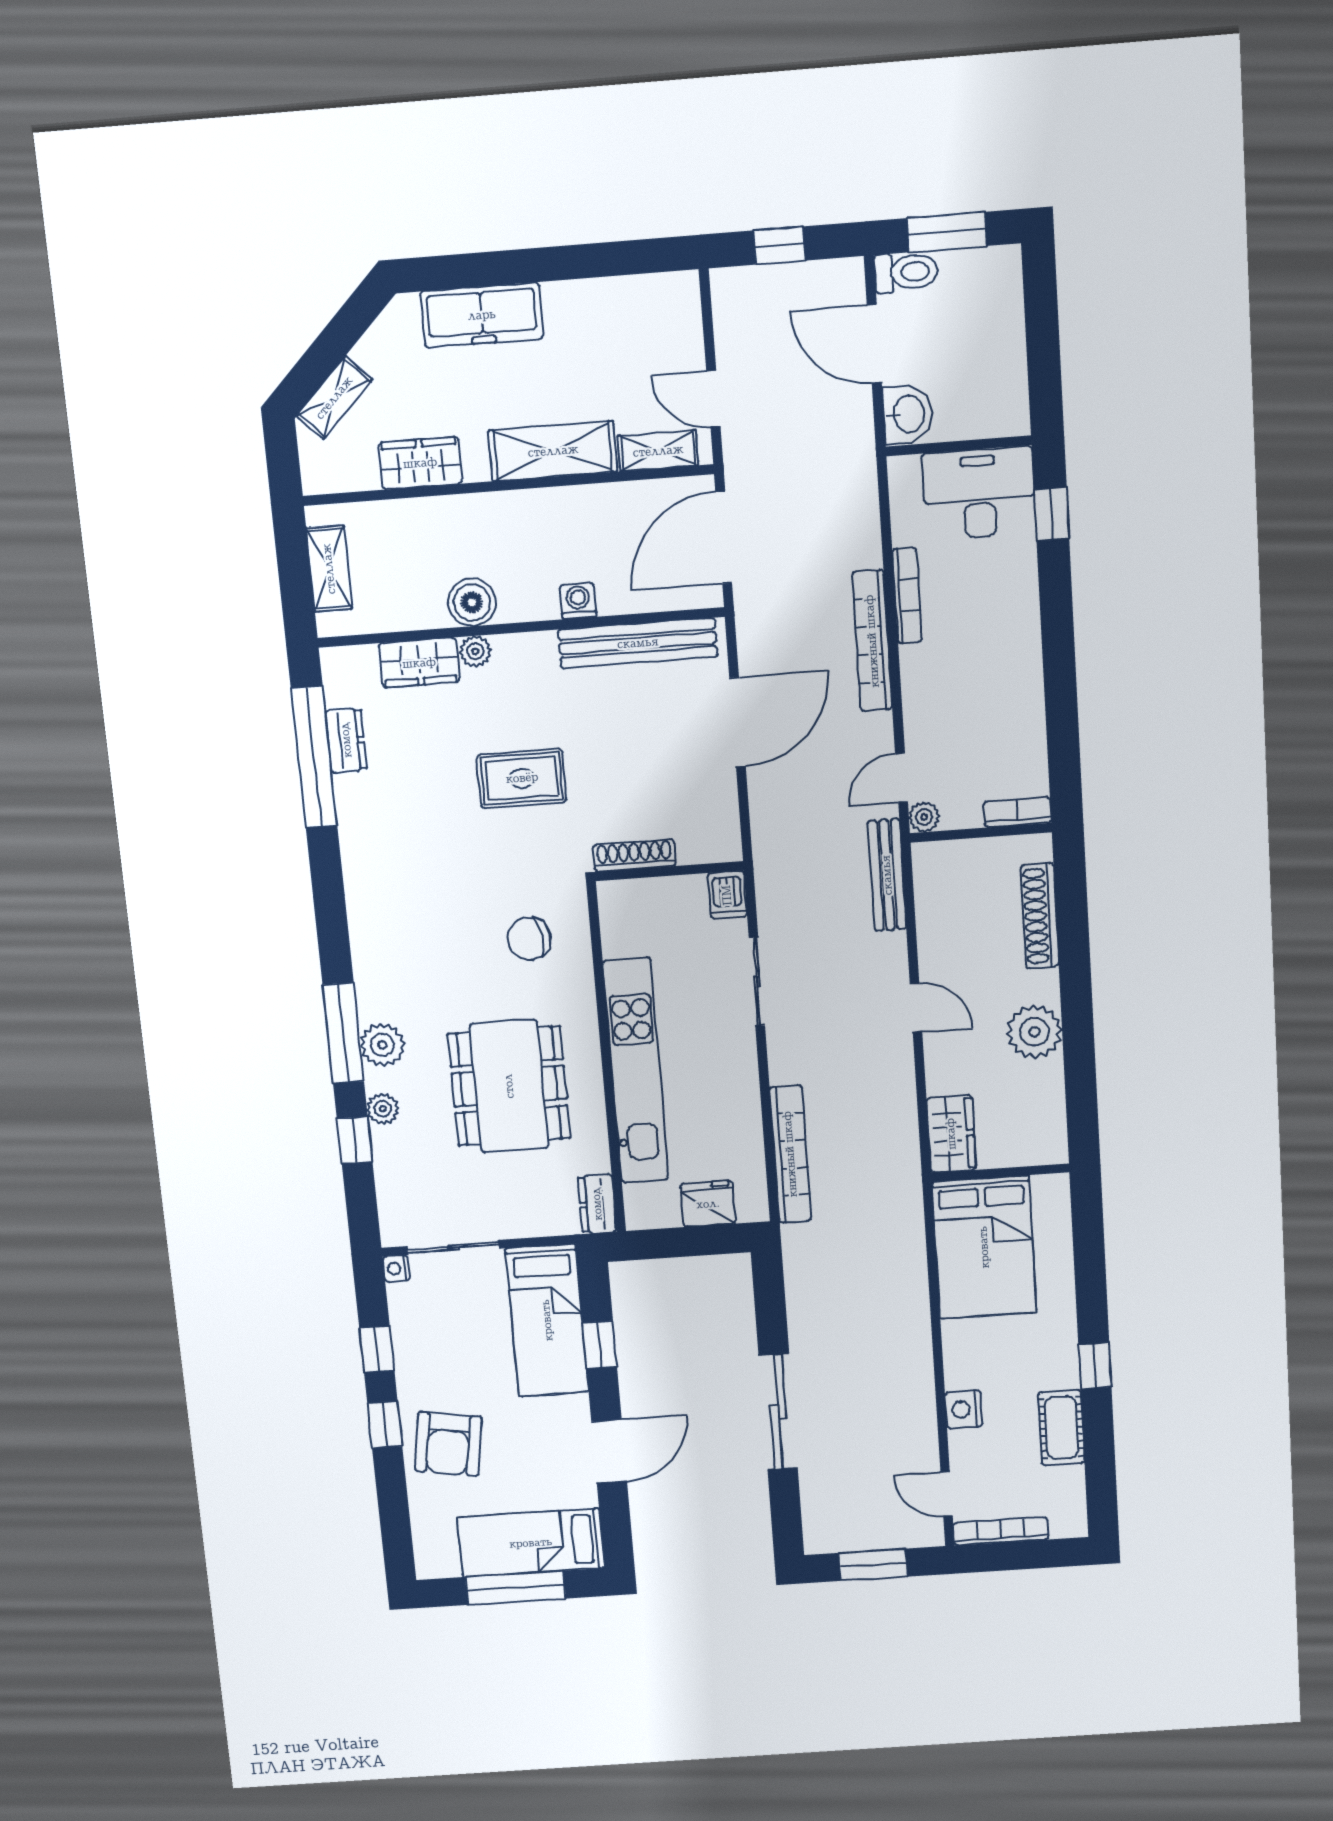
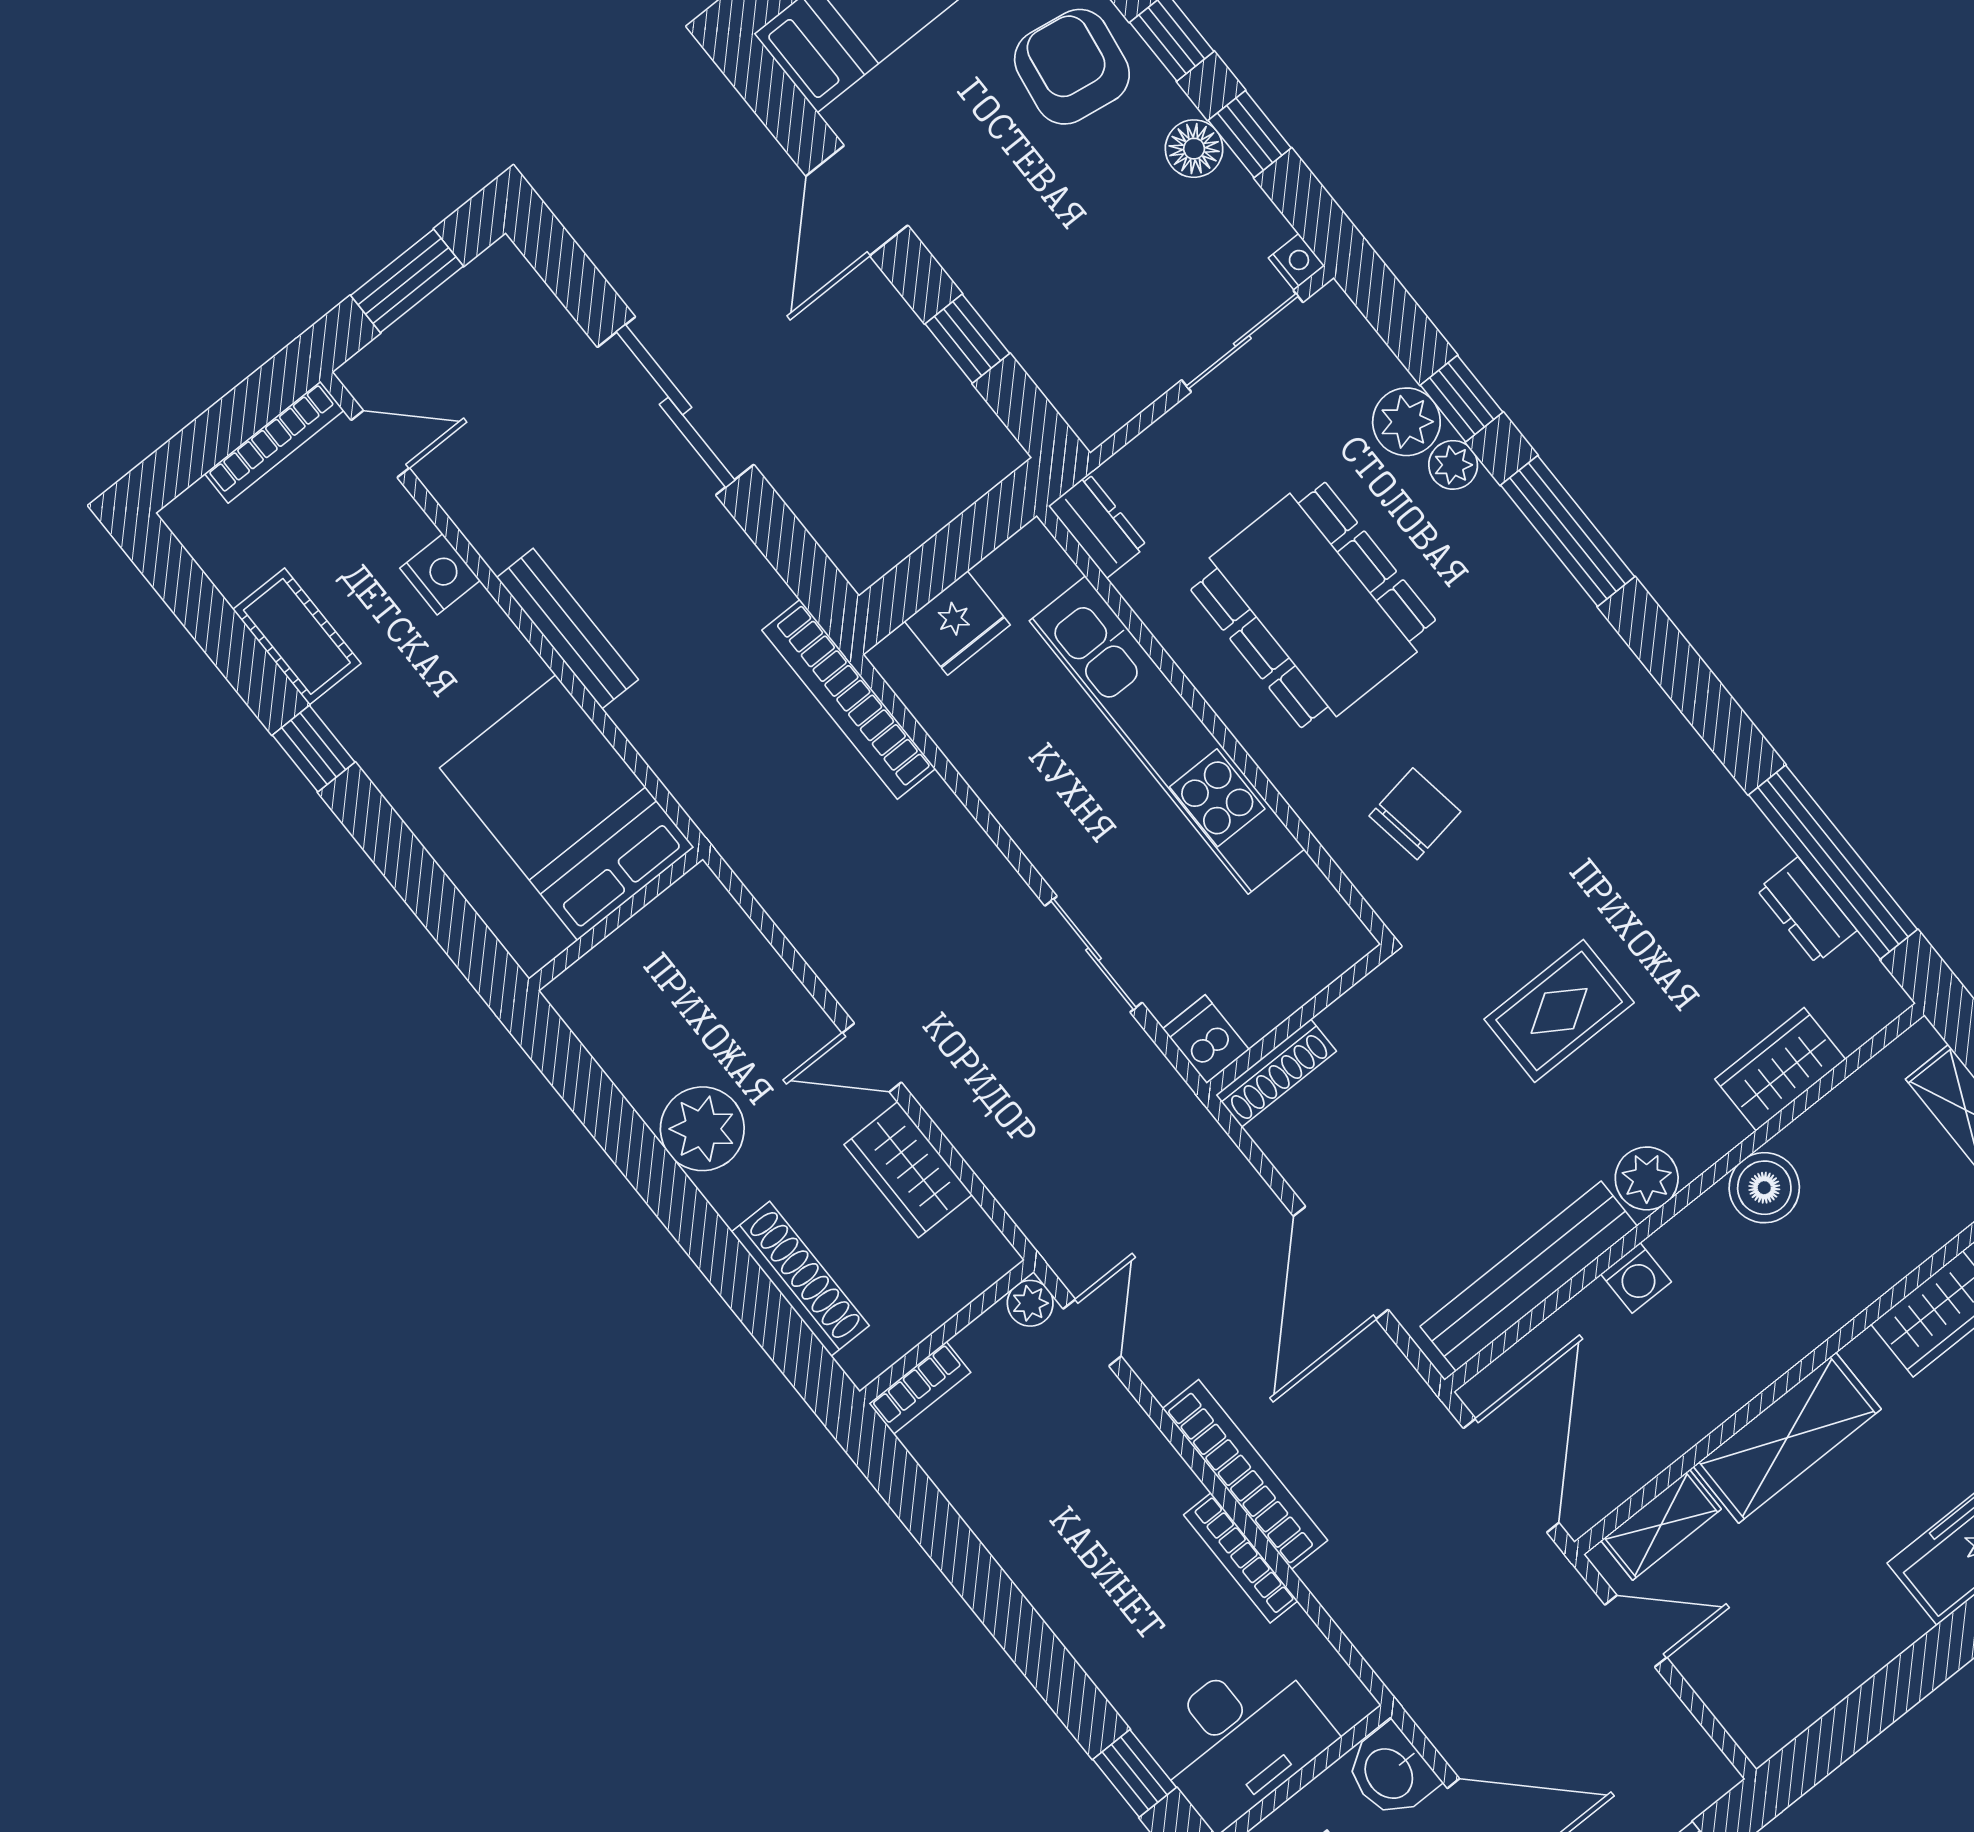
plant: (475, 651) -> (1647, 1178), moved, width x1.38, depth x1.38
shoe rack: (634, 855) -> (1276, 1073), moved
bench: (887, 875) -> (567, 629), moved
plant: (382, 1045) -> (1406, 422), moved
wardrobe: (951, 1134) -> (908, 1170), moved
bookcase: (790, 1154) -> (849, 699), moved
bed: (547, 1320) -> (1057, 325), removed
floor lamp: (412, 1361) -> (1194, 149), added

